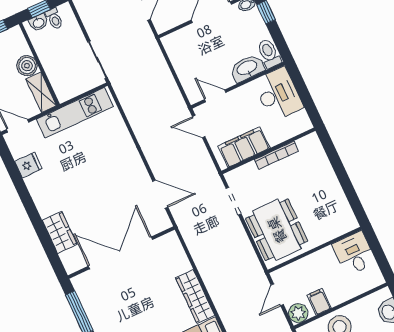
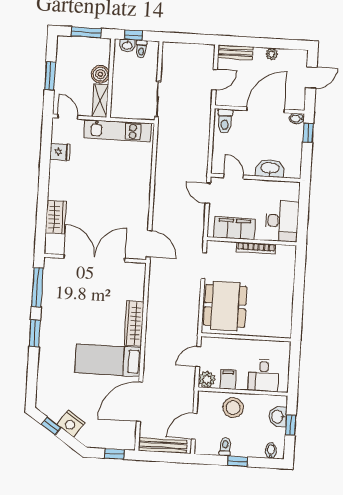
toilet: (269, 54) -> (225, 121), moved, turned 180
desk: (278, 94) -> (282, 221), moved
door: (160, 194) -> (149, 244), moved
desk: (354, 253) -> (264, 375), moved, turned 180

